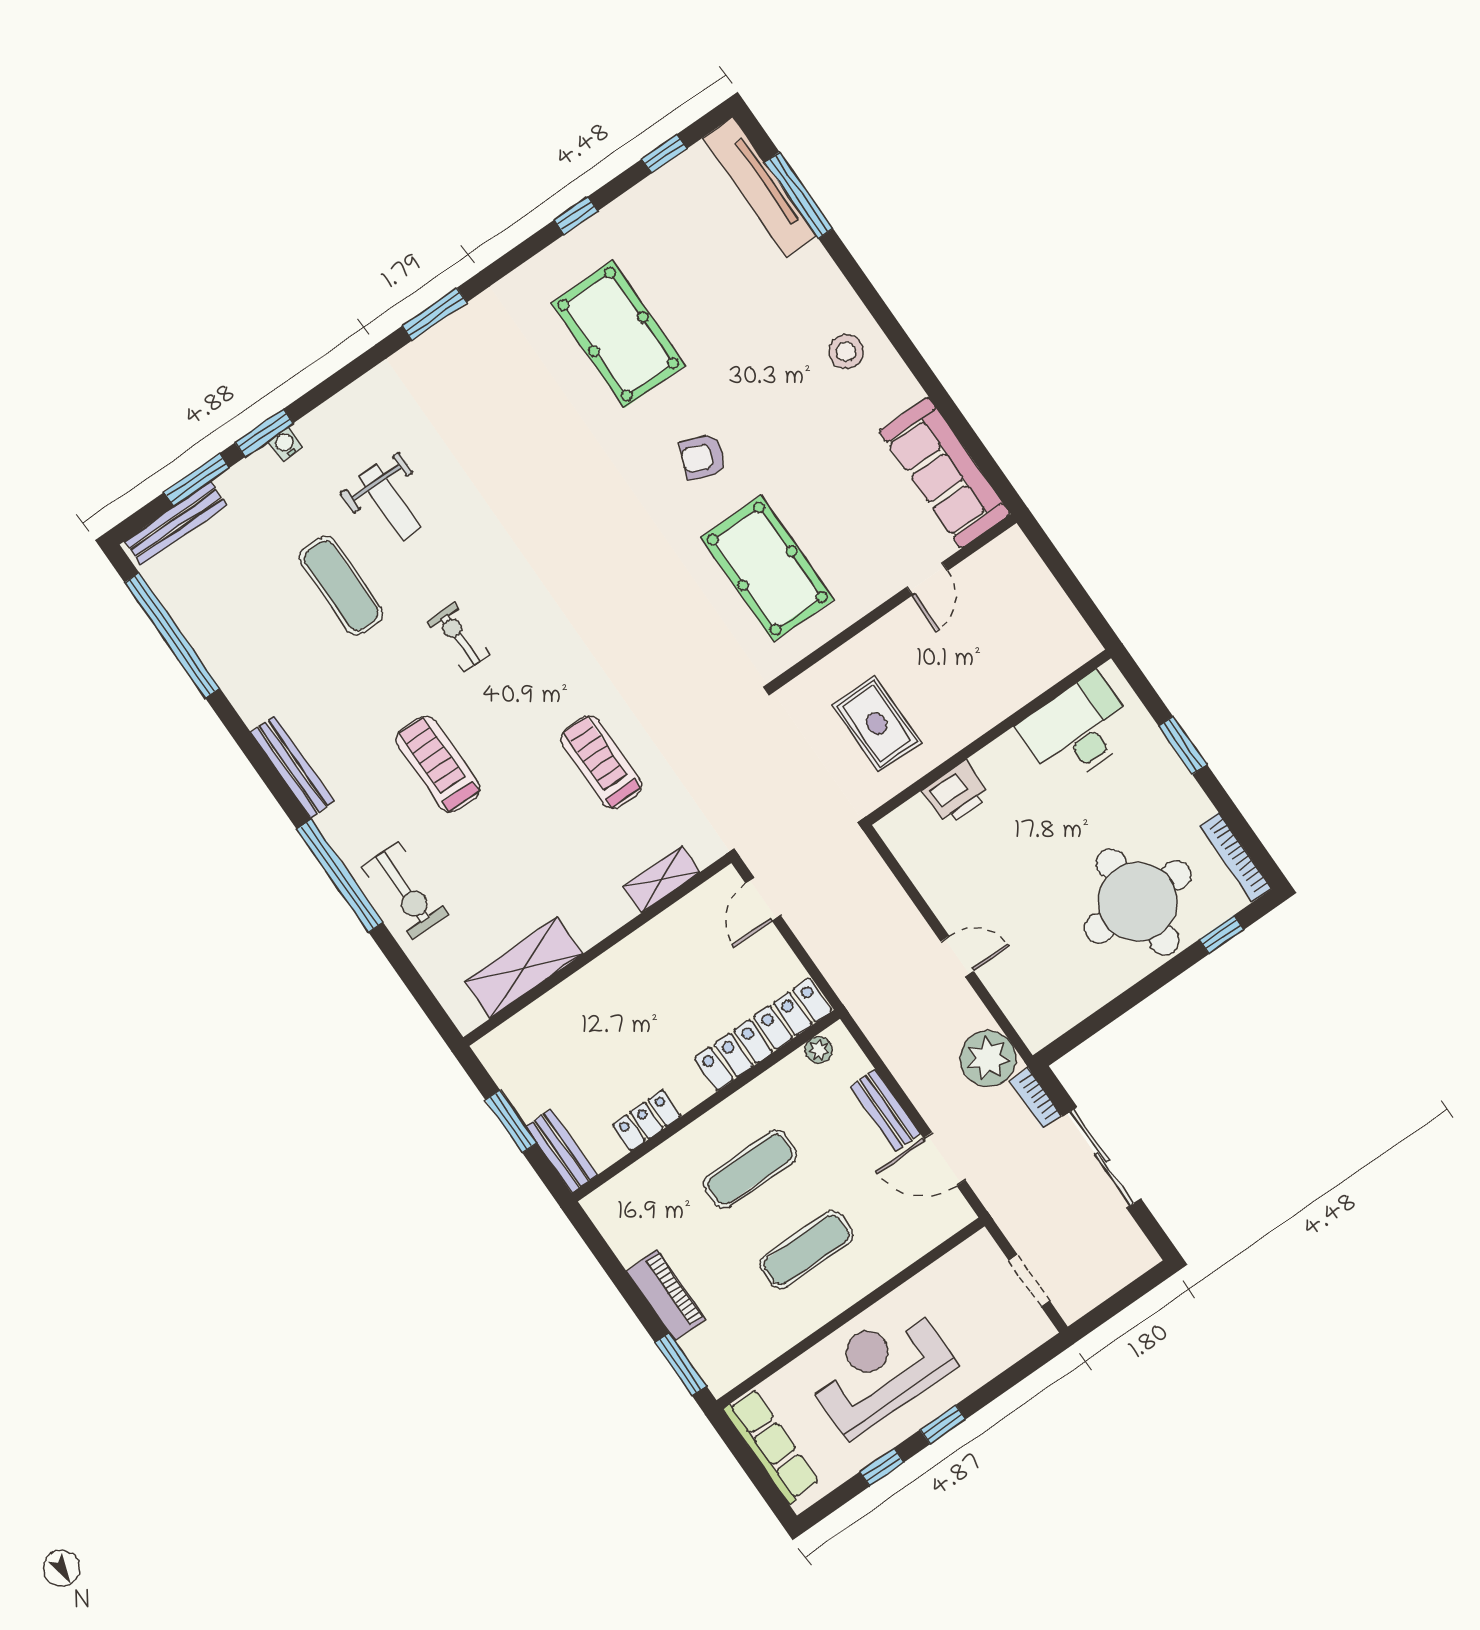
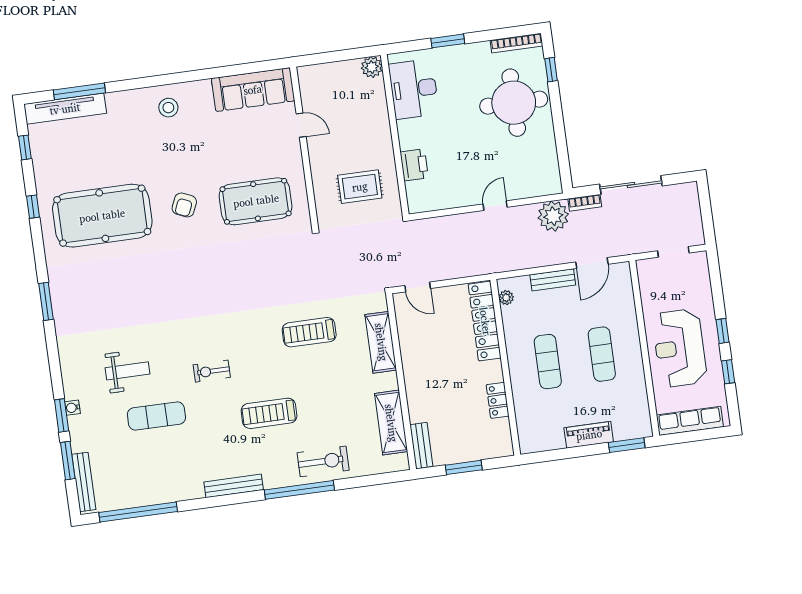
pool table: (618, 334) -> (102, 216), width x1.36, depth x1.32
plant: (1078, 645) -> (372, 67), added
shelving: (661, 879) -> (381, 342), width x1.50, depth x1.33
bench: (561, 1151) -> (421, 446), moved, turned 90

